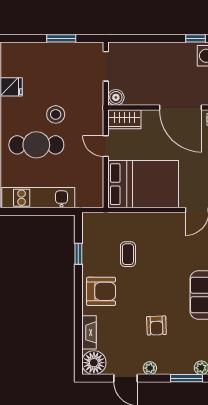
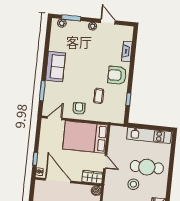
armchair: (156, 325) -> (79, 109), moved
floor lamp: (94, 363) -> (126, 33), removed

